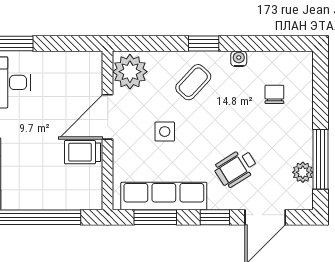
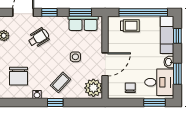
chair: (59, 72) -> (130, 88), added
chair: (274, 94) -> (18, 76), width x1.87, depth x1.87
trolley: (82, 152) -> (130, 26), moved
row of seats: (164, 196) -> (83, 23), width x0.68

